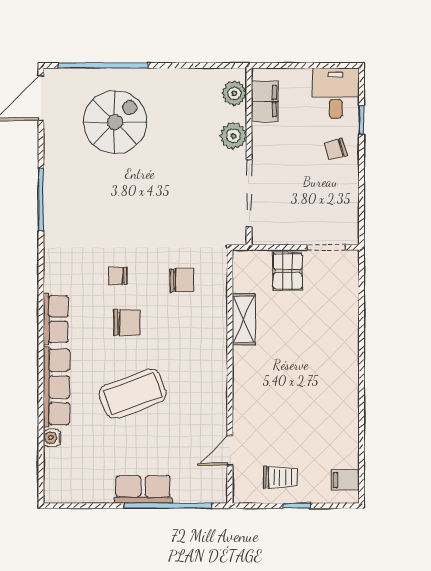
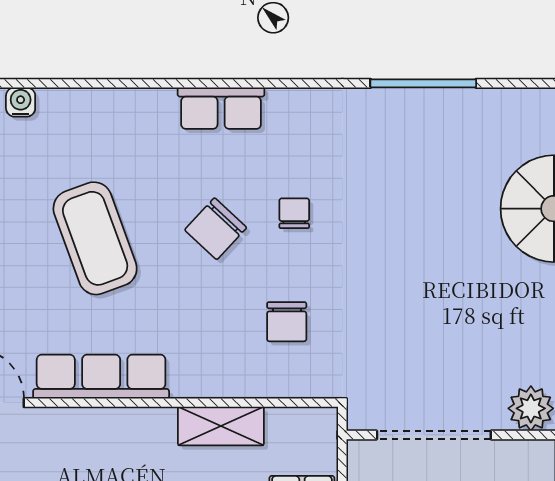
chair: (127, 322) -> (216, 229), turned 43
row of seats: (56, 387) -> (101, 377), moved, turned 180

